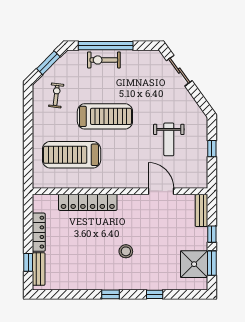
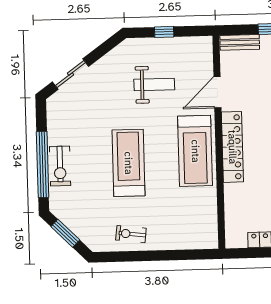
exercise bike: (56, 95) -> (131, 234), moved
treadmill: (72, 155) -> (195, 151), moved
locker: (88, 202) -> (232, 147), moved

